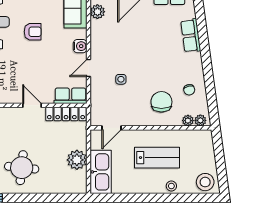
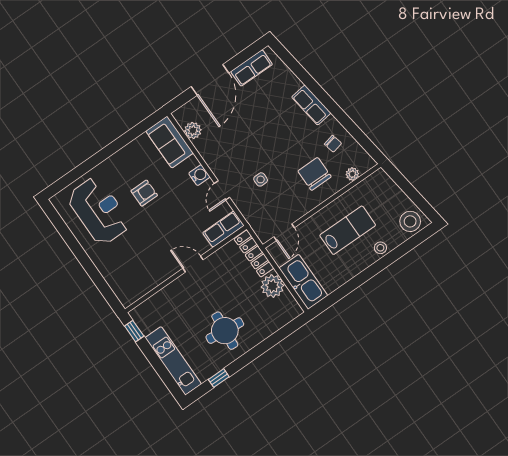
row of seats: (191, 36) -> (311, 105), moved
locker: (66, 114) -> (254, 253), moved, turned 90
plant: (200, 120) -> (364, 166), removed

